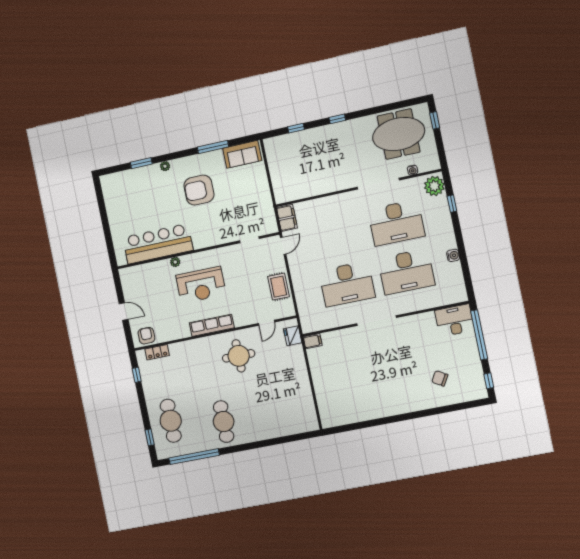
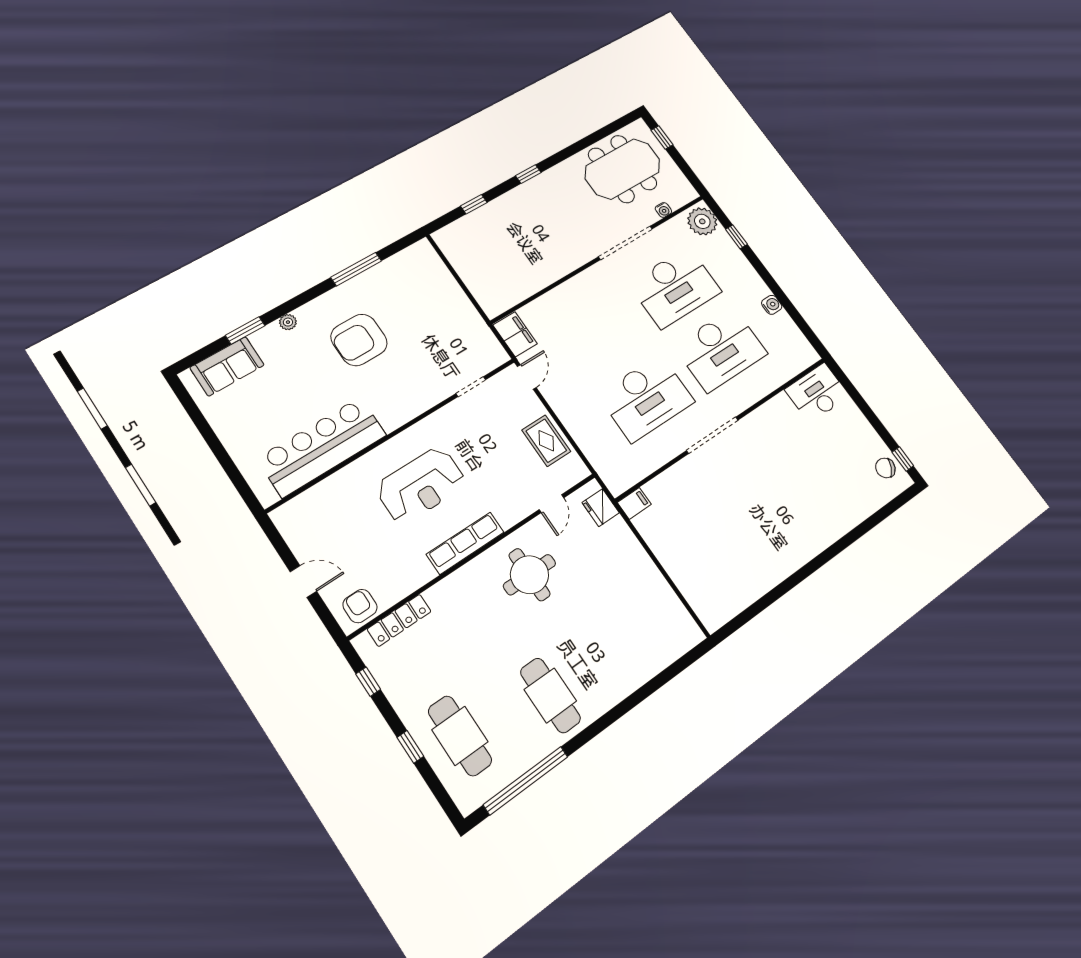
sofa: (242, 154) -> (227, 366), moved
plant: (175, 262) -> (363, 465), removed
window: (479, 335) -> (859, 400), removed
locker: (157, 352) -> (399, 620), width x1.53
chair: (440, 378) -> (885, 468), moved
window: (150, 437) -> (410, 747), moved

